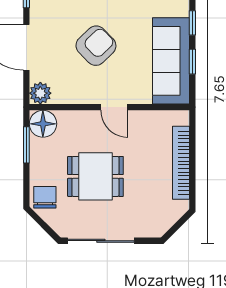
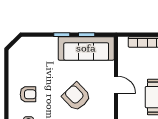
door: (114, 107) -> (116, 85), hinge flipped

